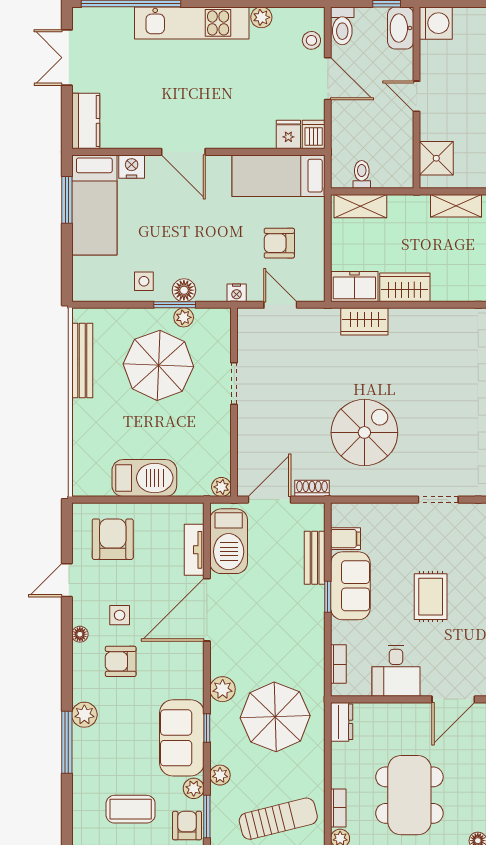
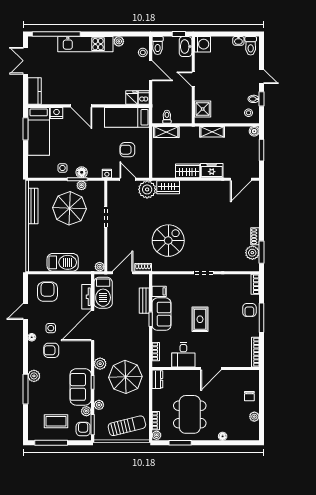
freezer: (354, 287) -> (212, 171), moved
plant: (320, 326) -> (147, 189), added

